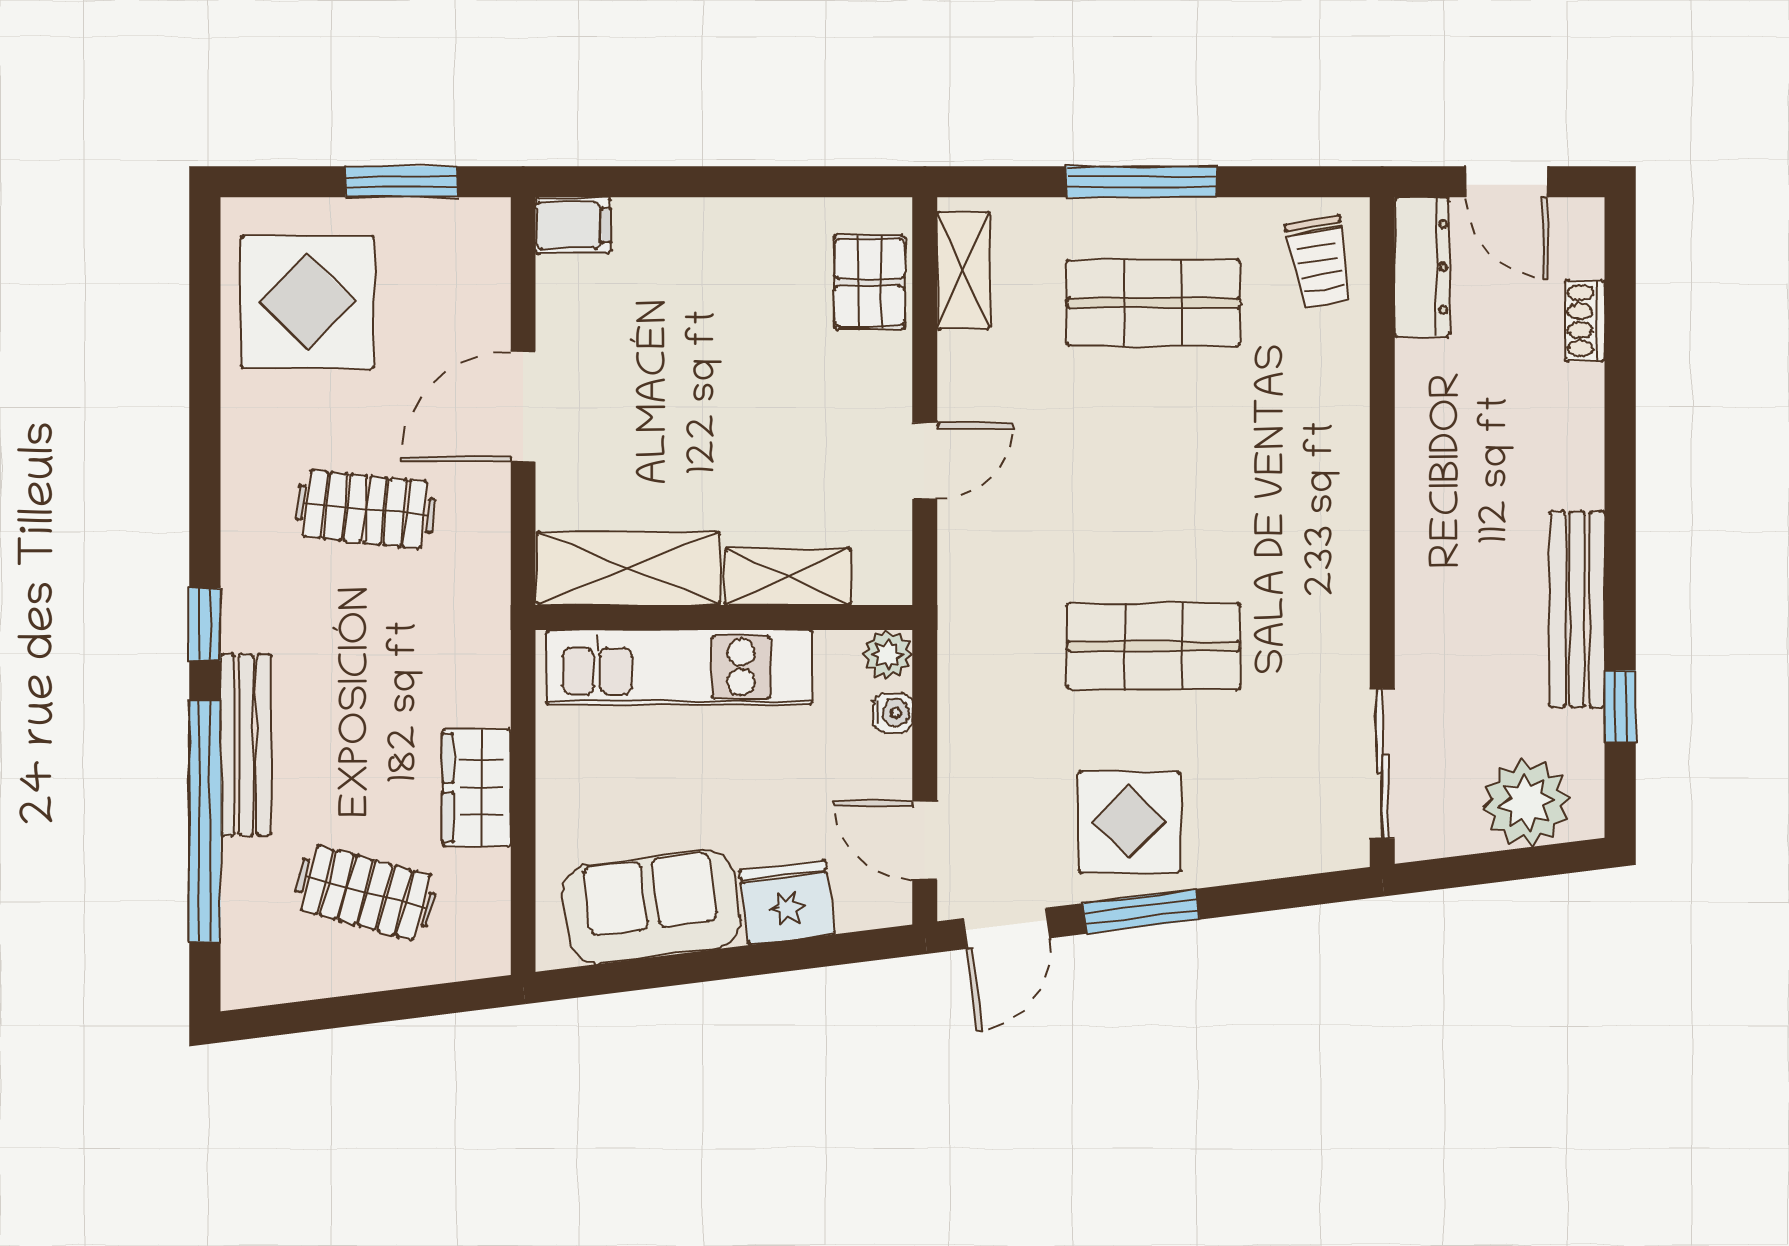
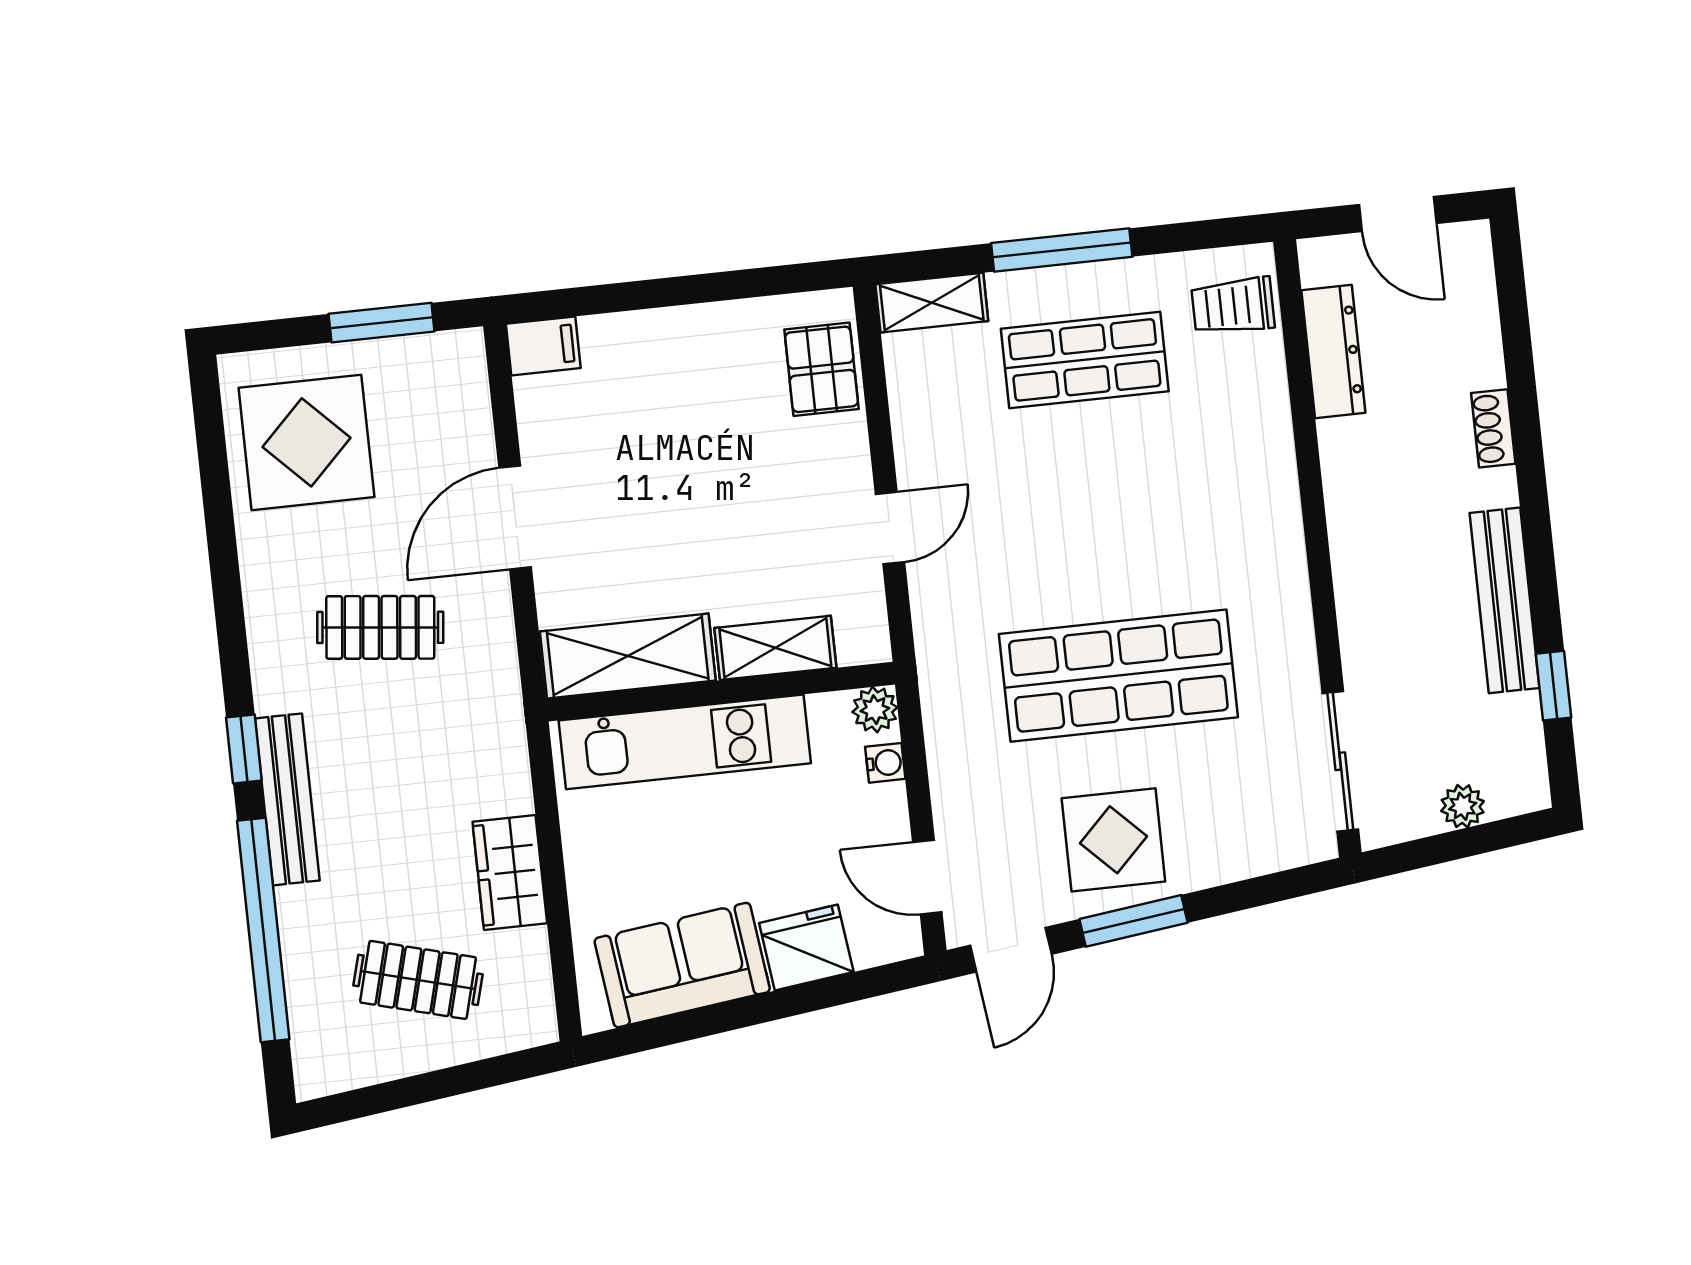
trolley: (1319, 262) -> (1233, 306), turned 100
dresser: (1422, 267) -> (1333, 351), moved
shelving: (964, 270) -> (932, 303), moved, turned 90
shoe rack: (1585, 321) -> (1493, 428), moved
shop shelf: (1154, 646) -> (1118, 676), width x1.43, depth x1.36
bench: (246, 745) -> (287, 799), moved
plant: (1527, 803) -> (1463, 806), width x0.53, depth x0.53

